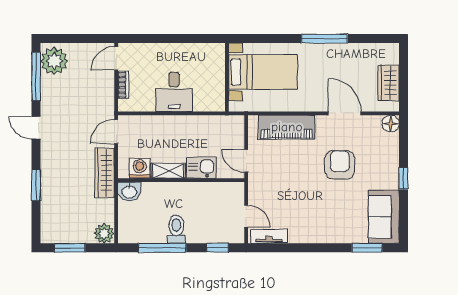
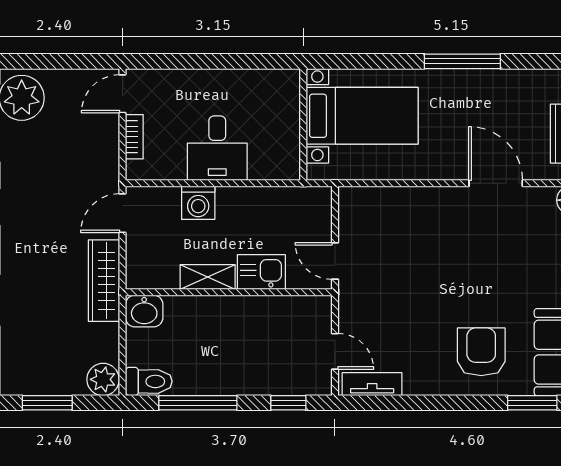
piano: (287, 127) -> (401, 206), removed
armchair: (340, 165) -> (481, 352), moved
washing machine: (140, 168) -> (198, 203), moved, turned 180
toilet: (176, 229) -> (149, 381), moved, turned 90

